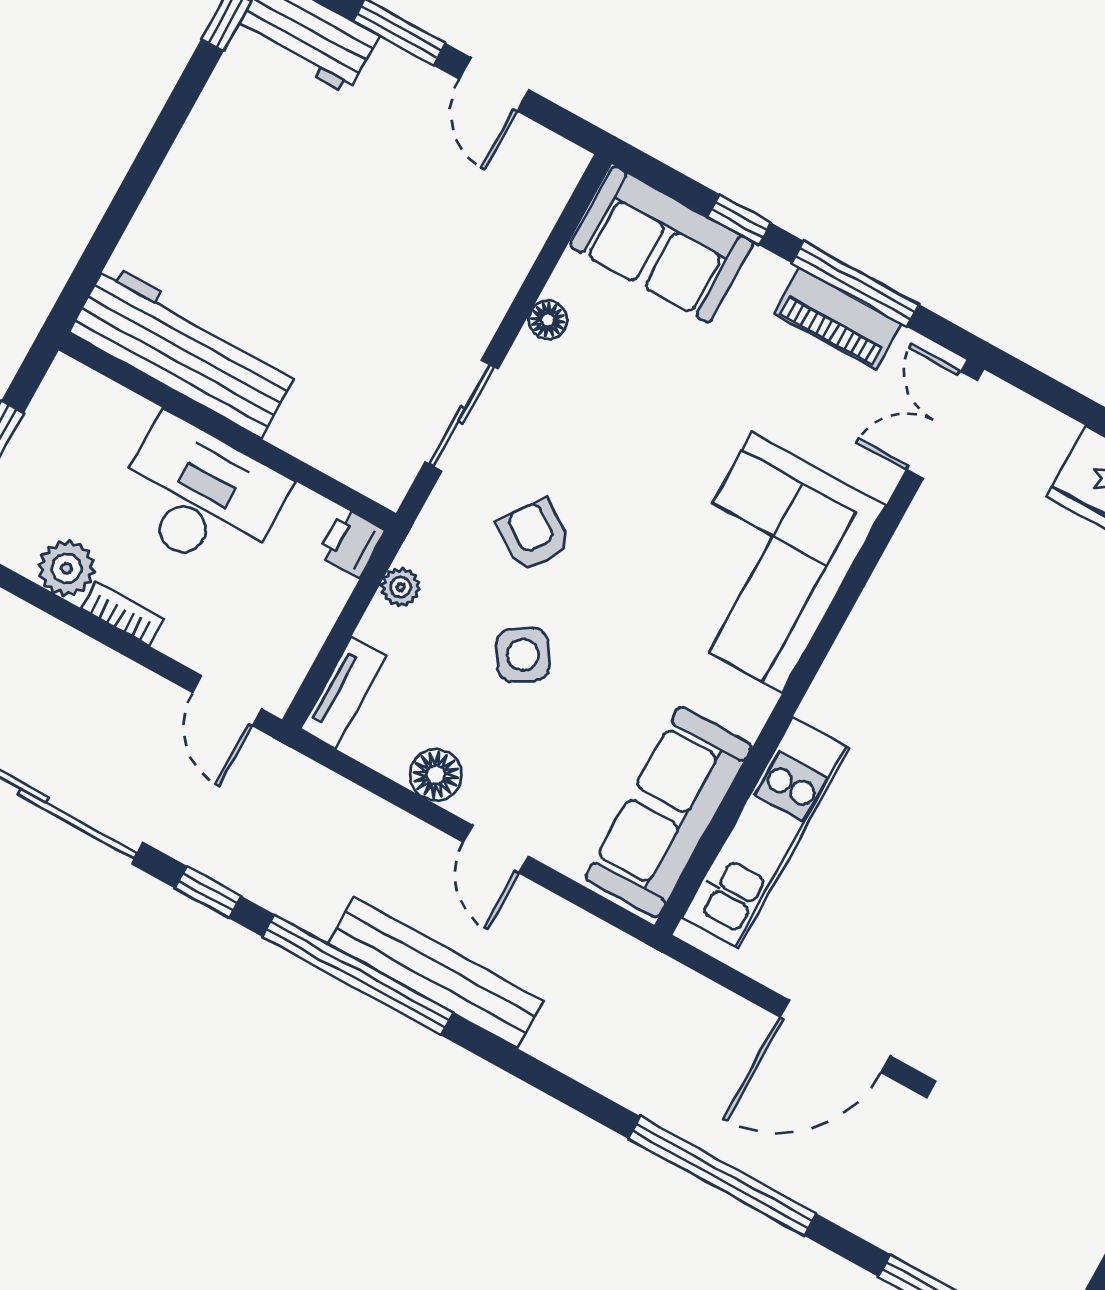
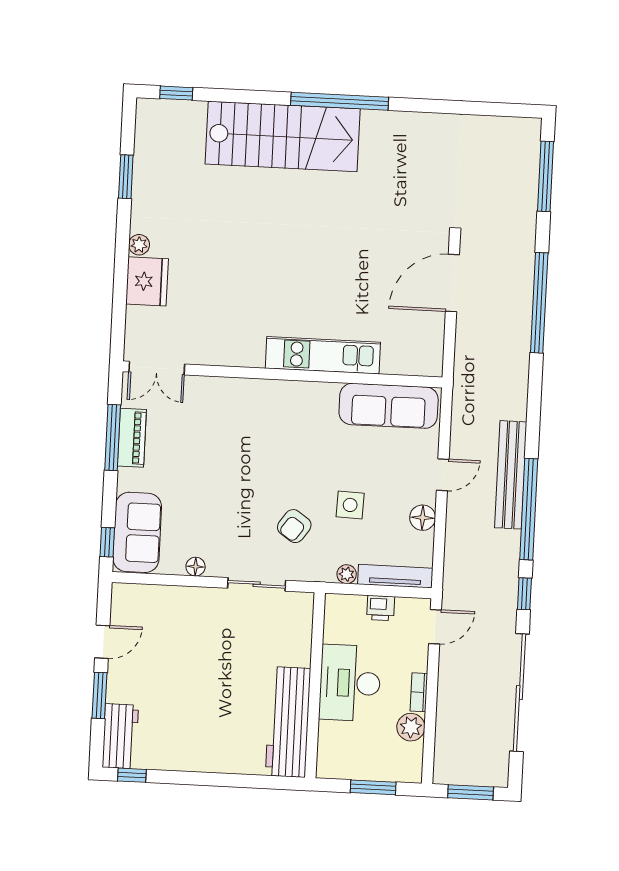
window: (739, 220) -> (107, 542), moved
printer: (351, 543) -> (381, 608), moved
corner sofa: (767, 562) -> (256, 416), removed
side table: (523, 655) -> (350, 505), turned 34
tv unit: (343, 693) -> (395, 576), width x1.41
kitchen unit: (766, 833) -> (323, 355), moved
door: (835, 1036) -> (452, 283), swing flipped

